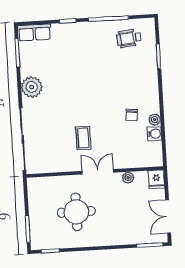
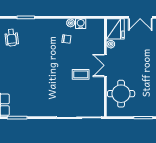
plant: (32, 87) -> (42, 109), removed
fridge: (156, 179) -> (115, 29), width x1.88, depth x1.34
round table: (76, 212) -> (121, 94), moved

